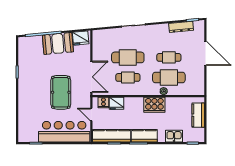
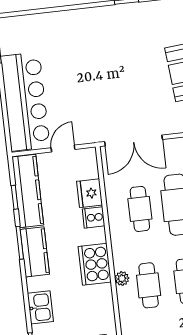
cafe table: (169, 77) -> (149, 285), width x0.73, depth x0.74
pool table: (61, 92) -> (98, 87), removed
cooker: (103, 102) -> (94, 217), moved

